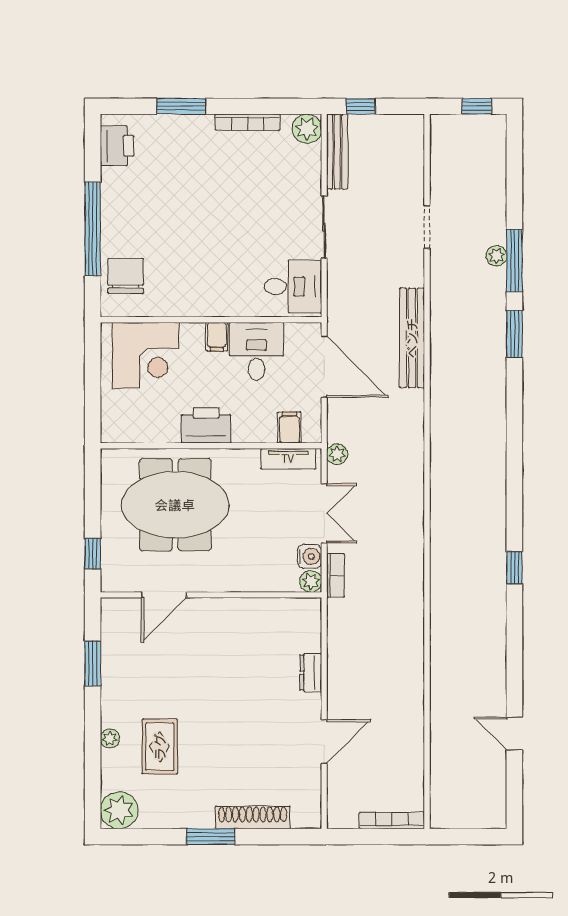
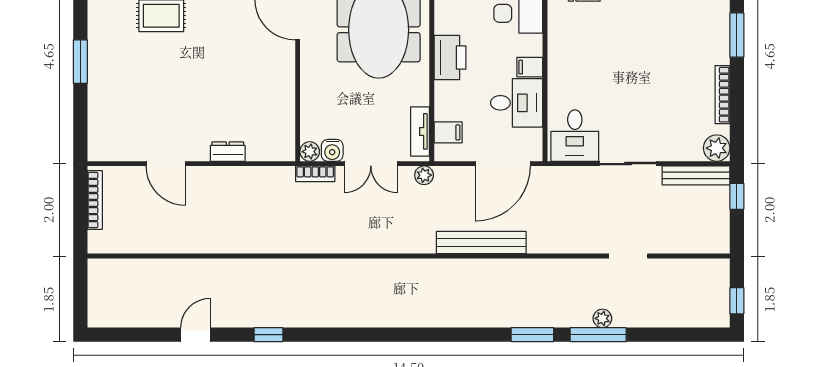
bench: (412, 338) -> (481, 243), moved
window: (514, 568) -> (268, 335), moved
door: (514, 733) -> (195, 335), moved
shoe rack: (253, 817) -> (98, 99), removed
bookcase: (392, 821) -> (95, 200), moved

